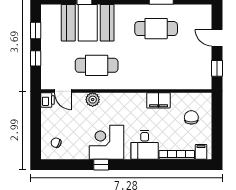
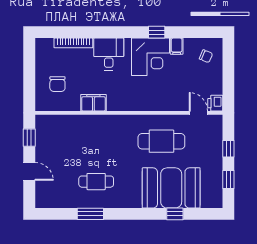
cafe table: (156, 29) -> (96, 182), width x0.73, depth x0.74
plant: (93, 100) -> (166, 104), removed
filing cabinet: (201, 152) -> (177, 46), moved

